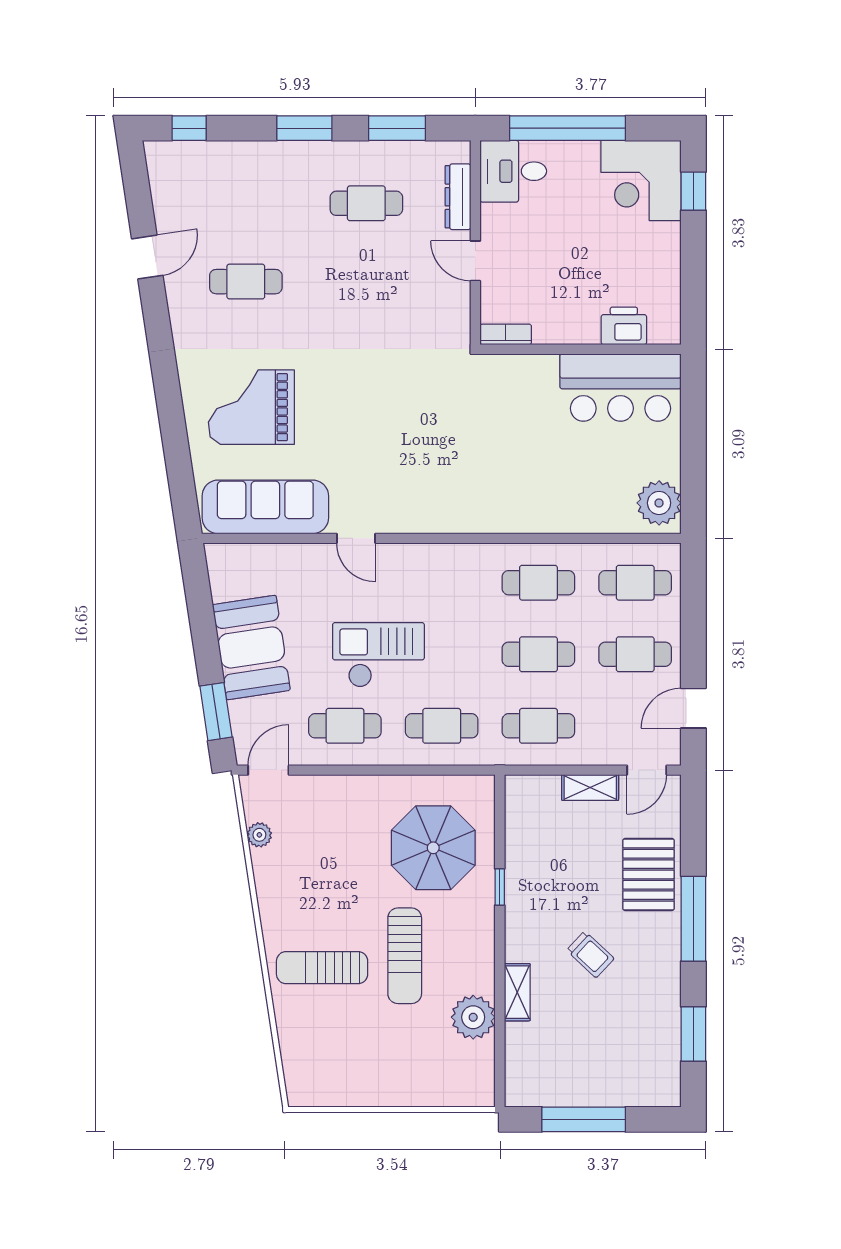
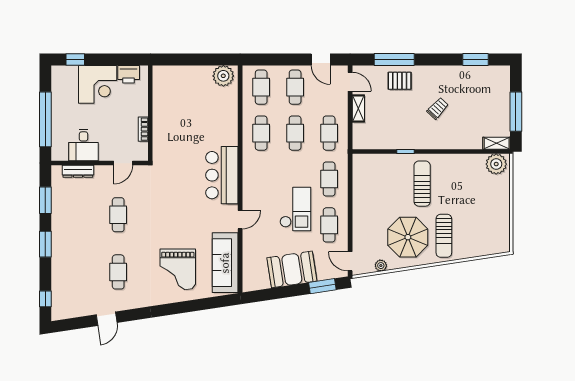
desk: (513, 171) -> (83, 145), moved
corner desk: (641, 180) -> (98, 84), moved
cafe table: (366, 203) -> (118, 215), moved
door: (147, 257) -> (107, 319), swing flipped
door: (475, 261) -> (123, 163), moved
printer: (624, 326) -> (129, 74), moved, turned -90
bookcase: (506, 334) -> (143, 129), moved
bar counter: (621, 388) -> (222, 175), moved, turned 180
checkout: (378, 655) -> (295, 209), turned 180
parasol: (433, 848) -> (408, 237), moved
pallet: (649, 874) -> (400, 81), width x0.67, depth x0.71
window: (693, 919) -> (394, 59), moved
sun lounger: (405, 956) -> (422, 184), moved, turned -90
shelving: (517, 992) -> (497, 143), moved
plant: (473, 1017) -> (496, 164), moved

